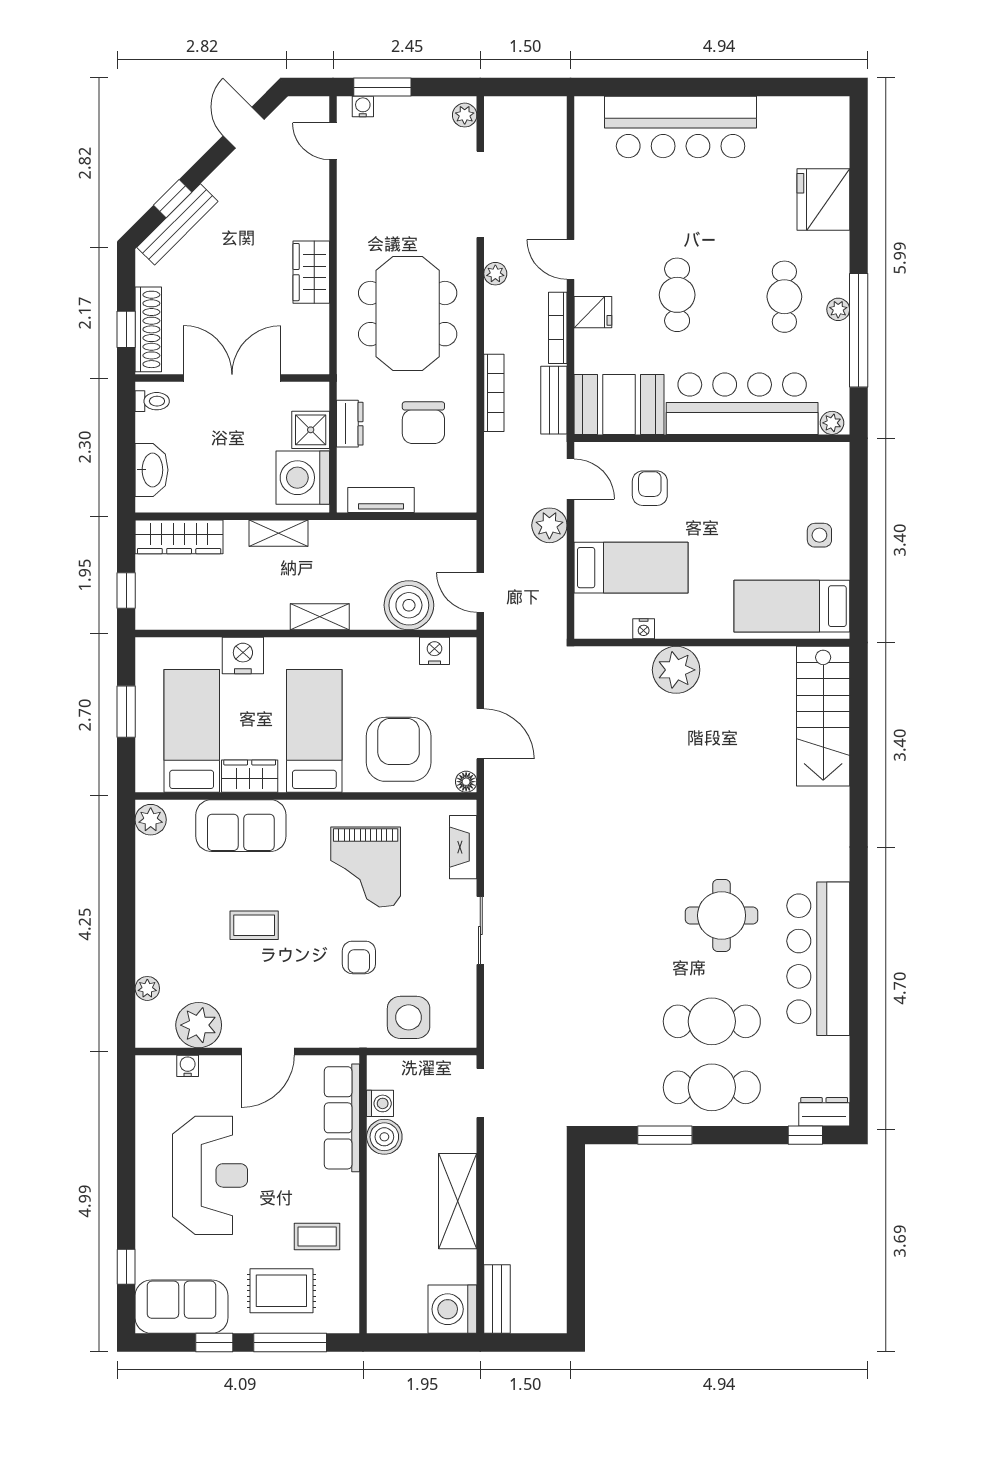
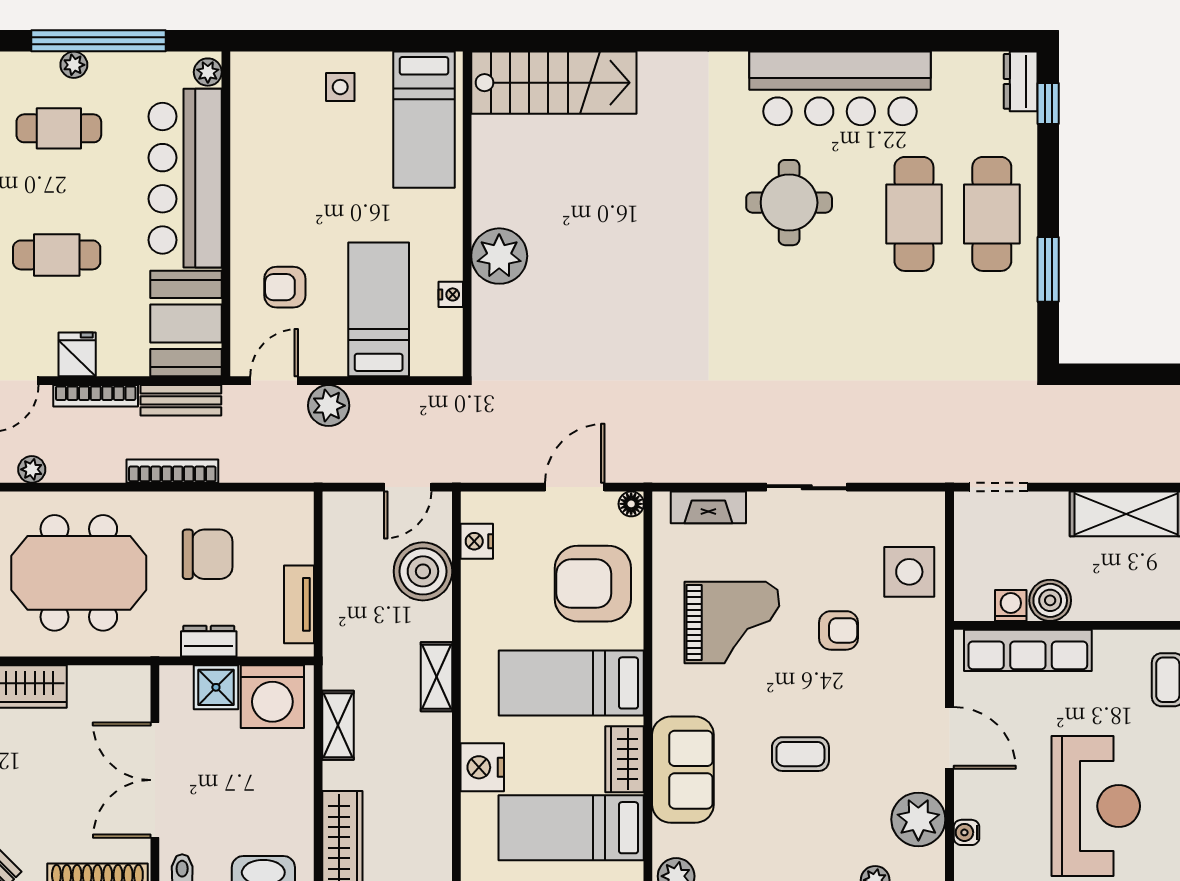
coffee table: (254, 925) -> (800, 754), turned 90
reception desk: (210, 1175) -> (1096, 806), turned 90

